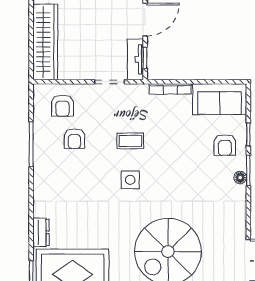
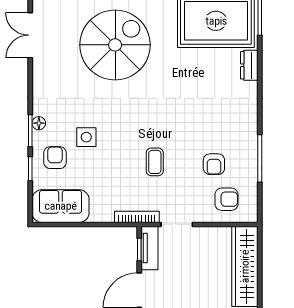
bookcase: (170, 89) -> (137, 217), moved
armchair: (63, 106) -> (227, 199), turned 90
armchair: (74, 139) -> (214, 164), turned 180
coffee table: (130, 141) -> (155, 162), turned 90
side table: (130, 180) -> (86, 137), moved

